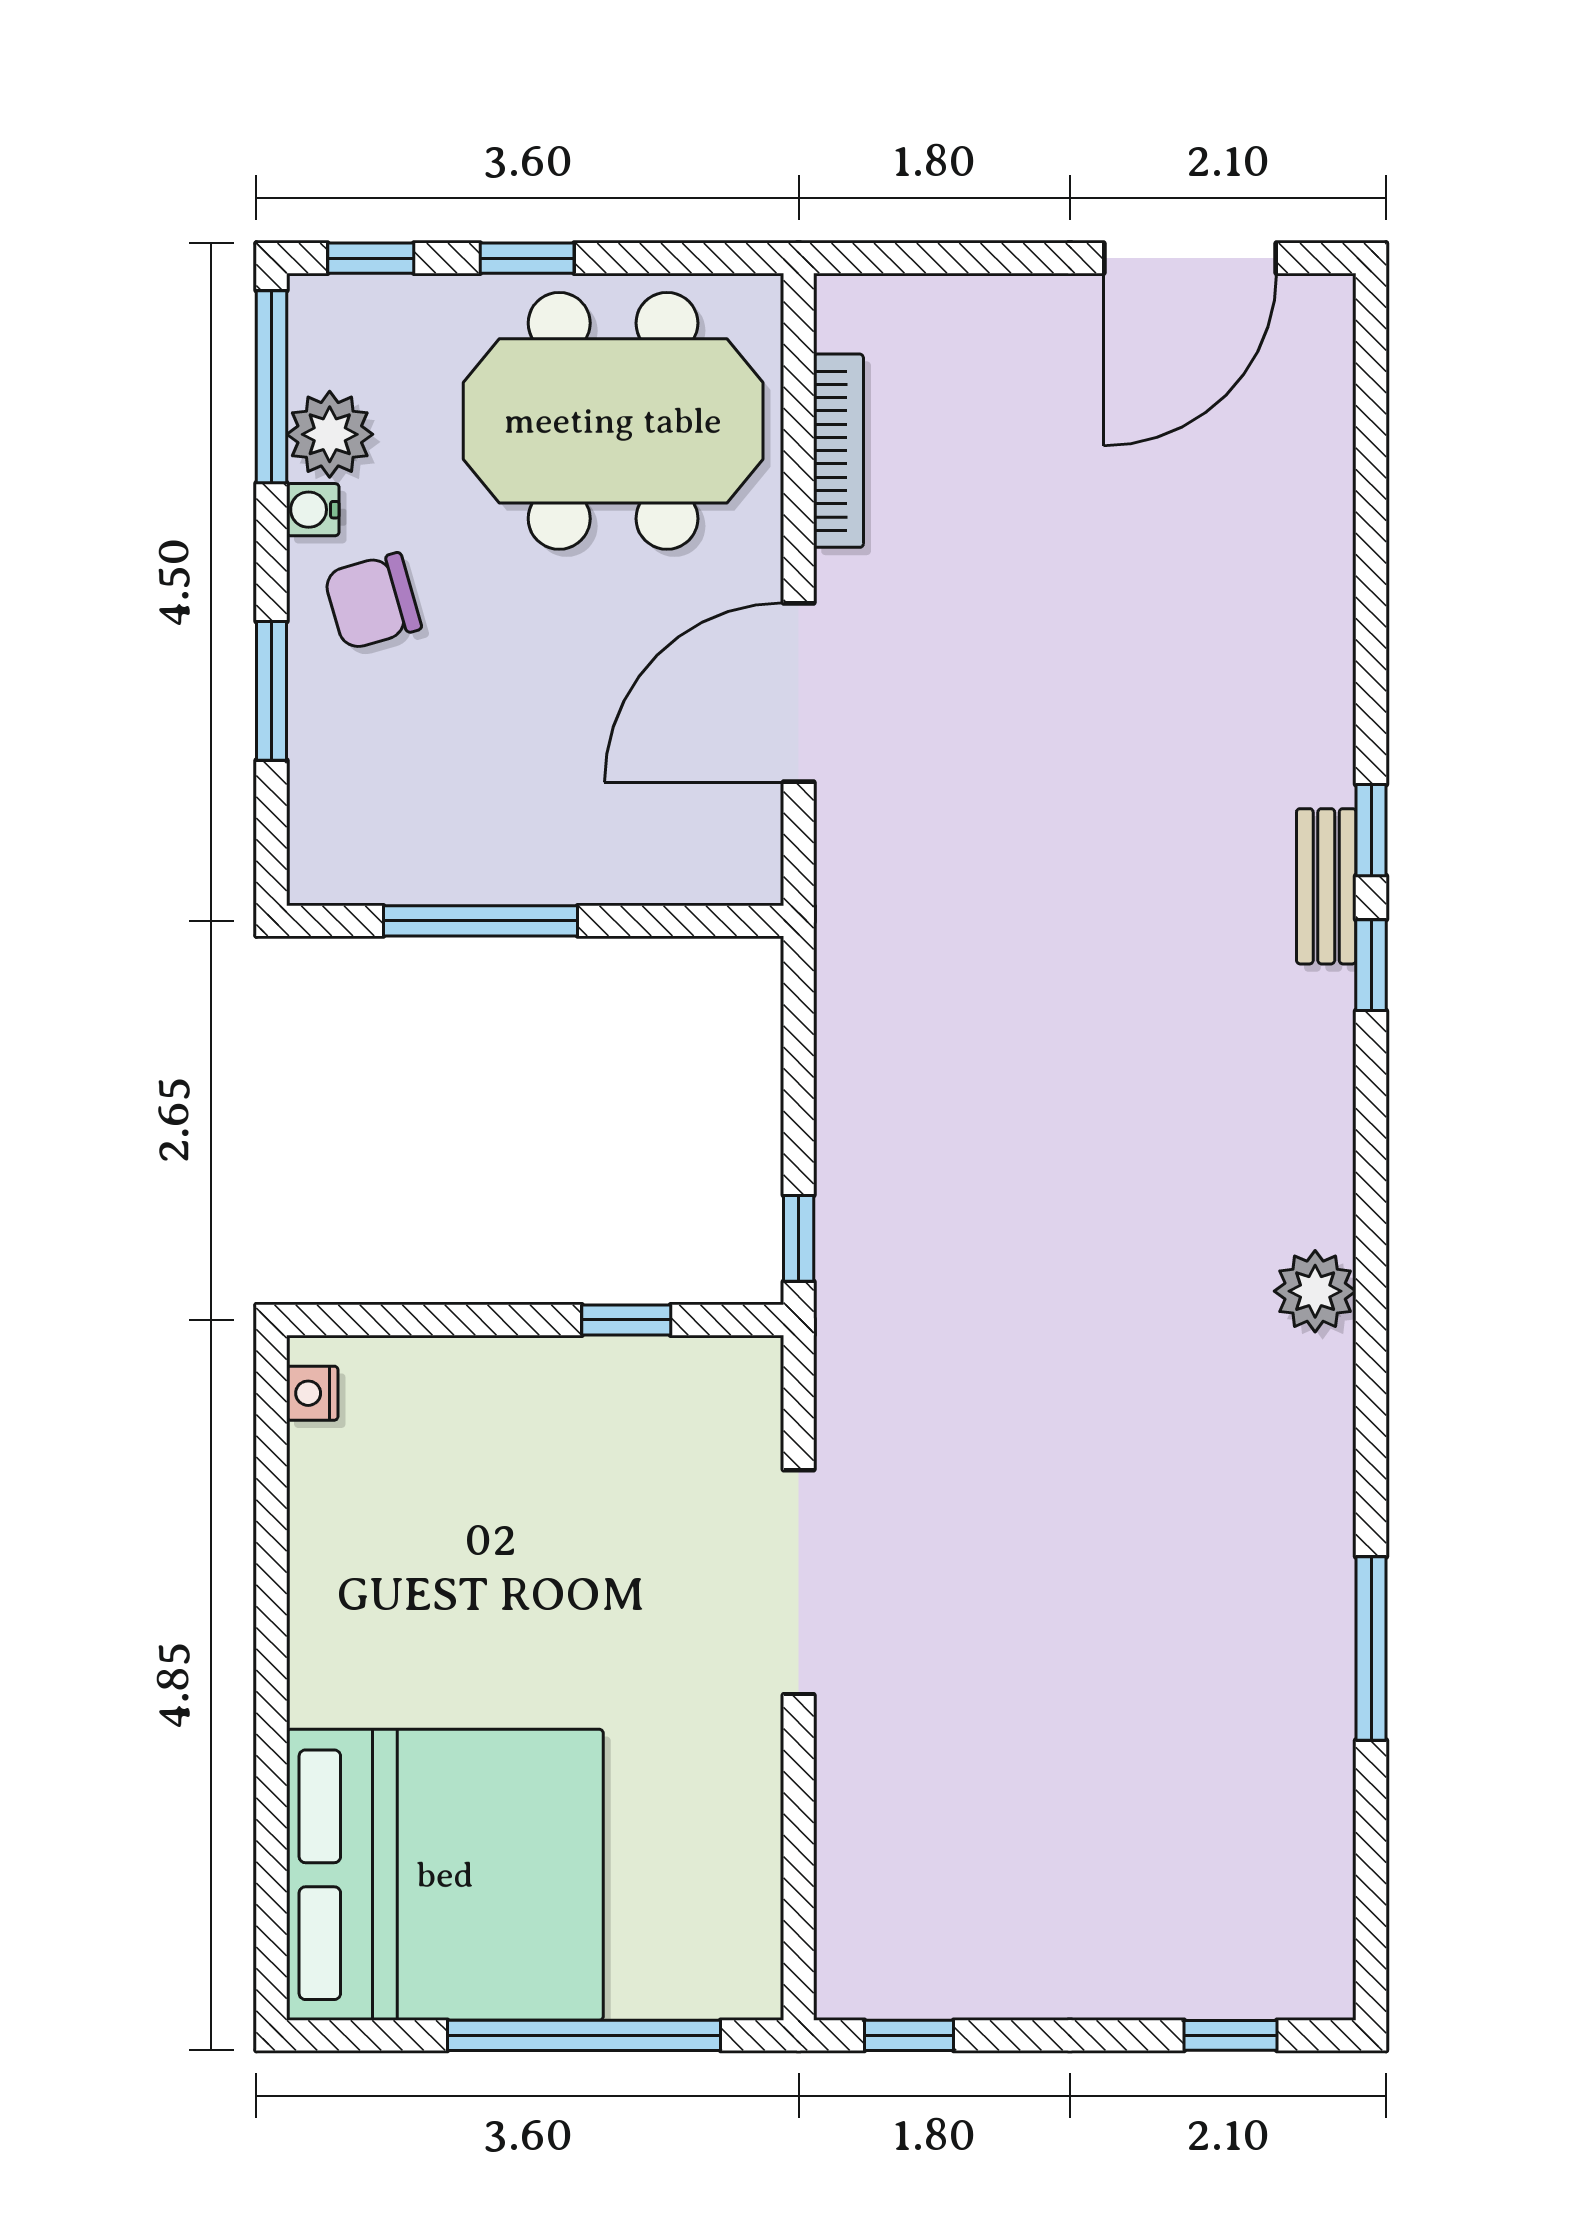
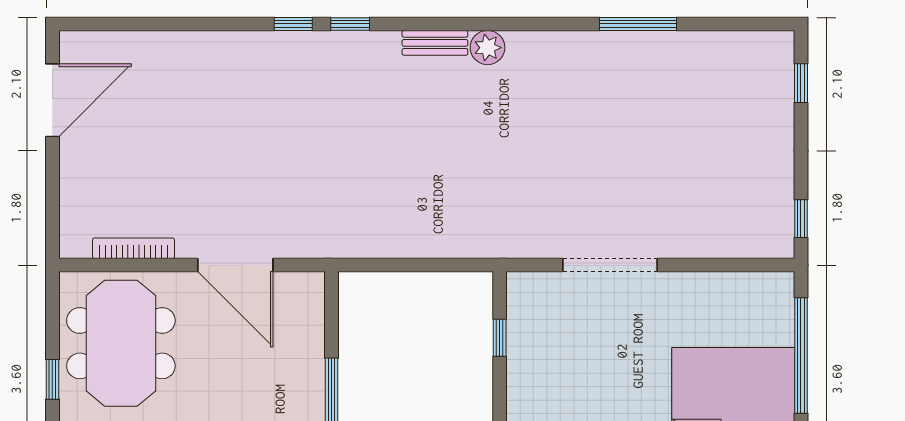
door: (1190, 258) -> (52, 100), hinge flipped
bench: (1326, 886) -> (435, 43), moved
window: (799, 1238) -> (465, 265), removed

